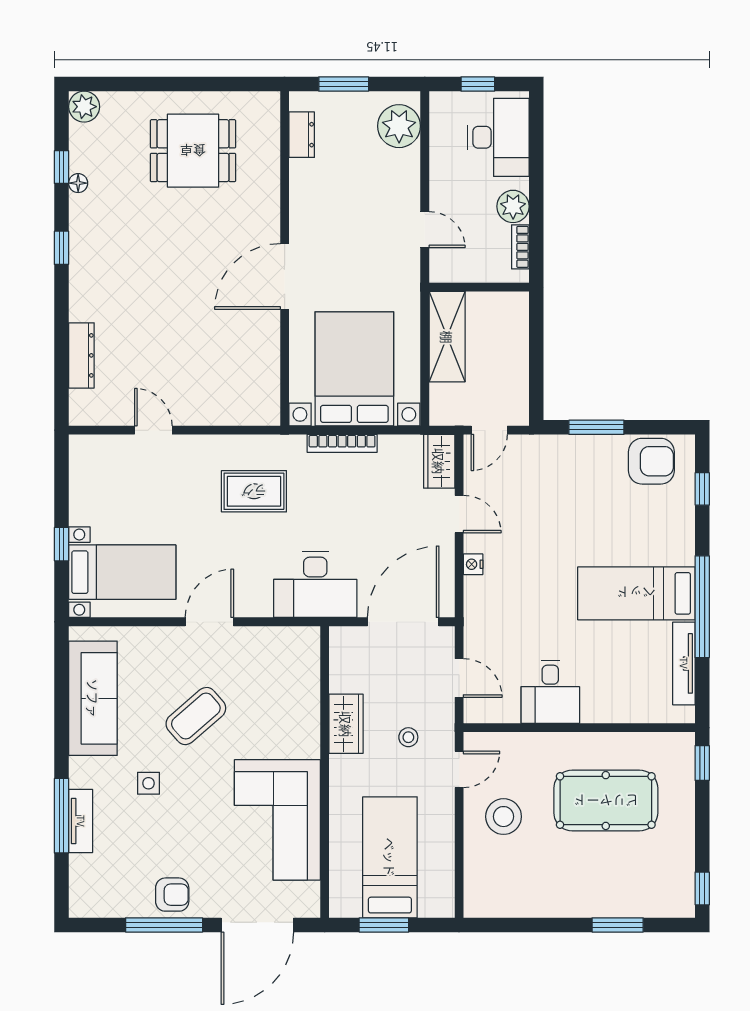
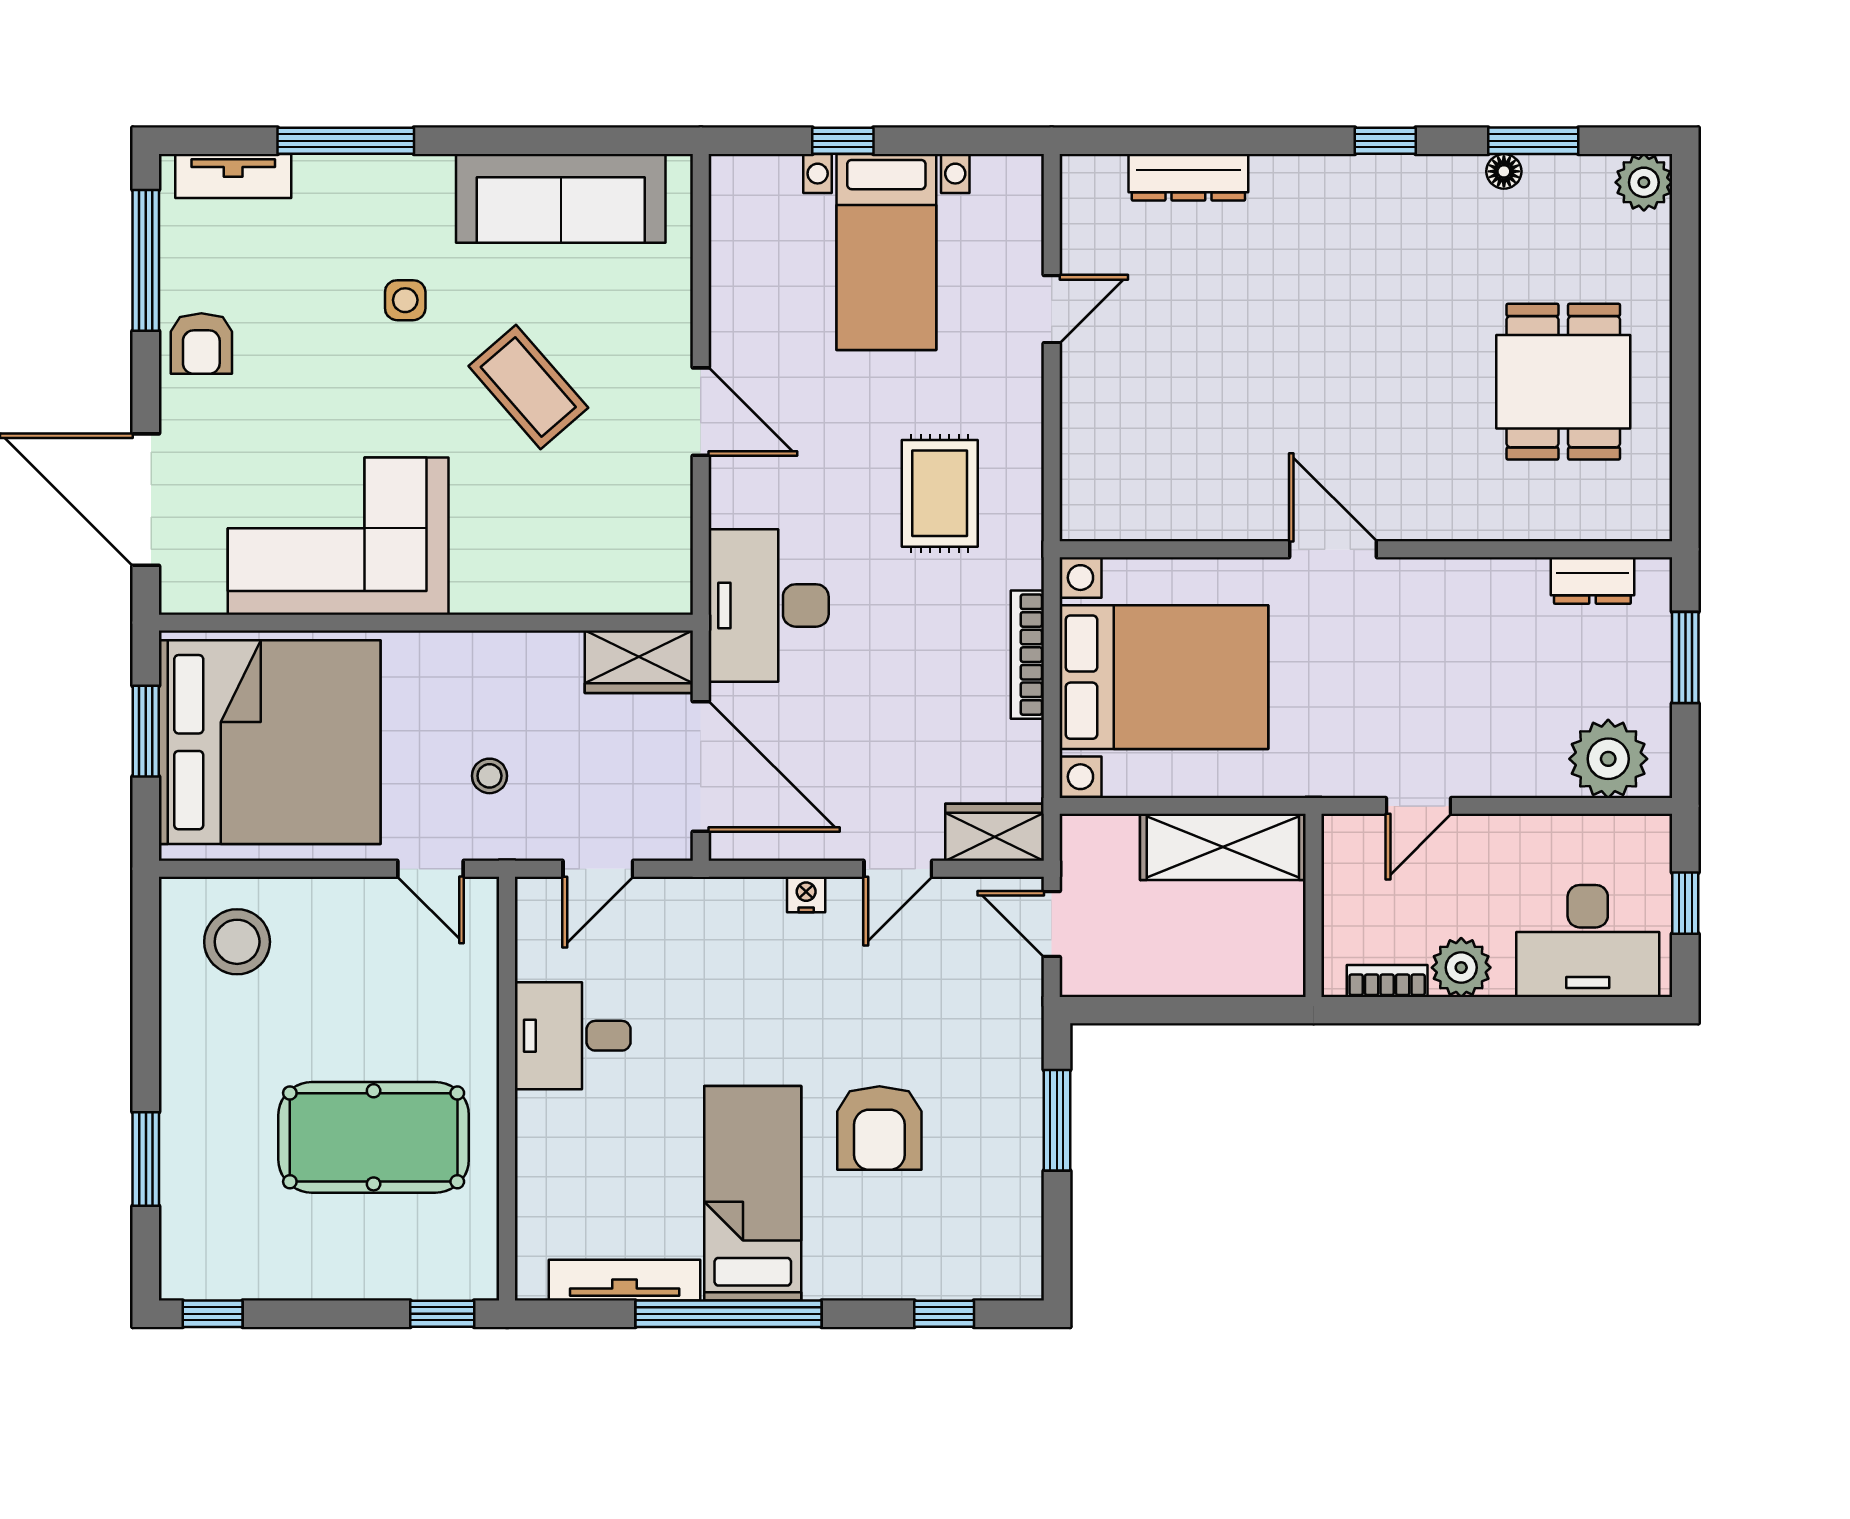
window: (61, 167) -> (1533, 141), width x1.50
door: (285, 276) -> (1333, 549), width x0.73
armchair: (651, 461) -> (879, 1128), moved
bed with nightstands: (122, 572) -> (886, 252), moved
wardrobe: (346, 724) -> (639, 662), moved
pool table: (606, 801) -> (374, 1137), turned 90
stool: (504, 817) -> (237, 942), moved
tv unit: (81, 821) -> (233, 176), moved
bed: (390, 857) -> (270, 742), width x2.04
window: (164, 925) -> (146, 260), moved

